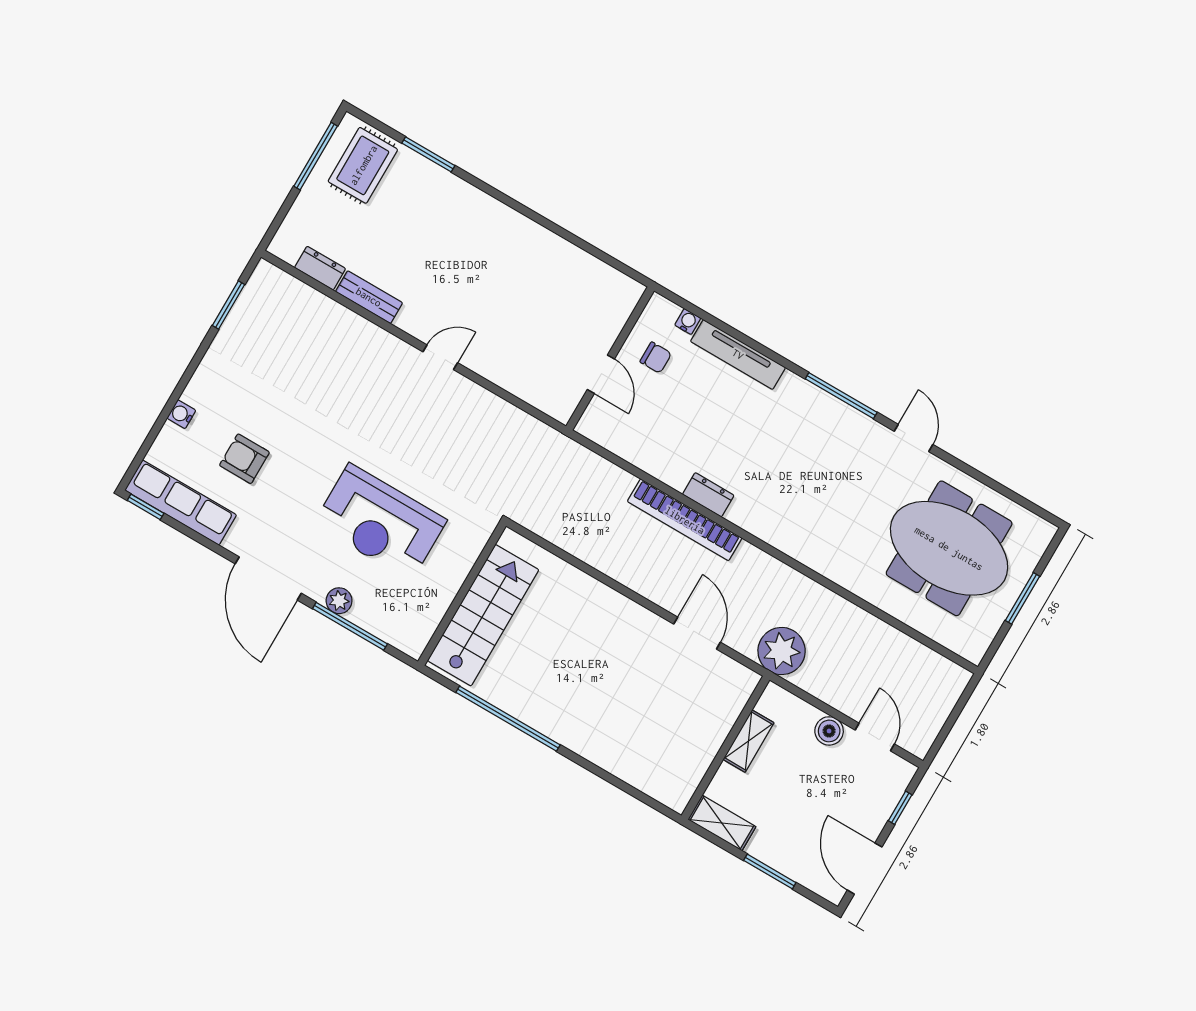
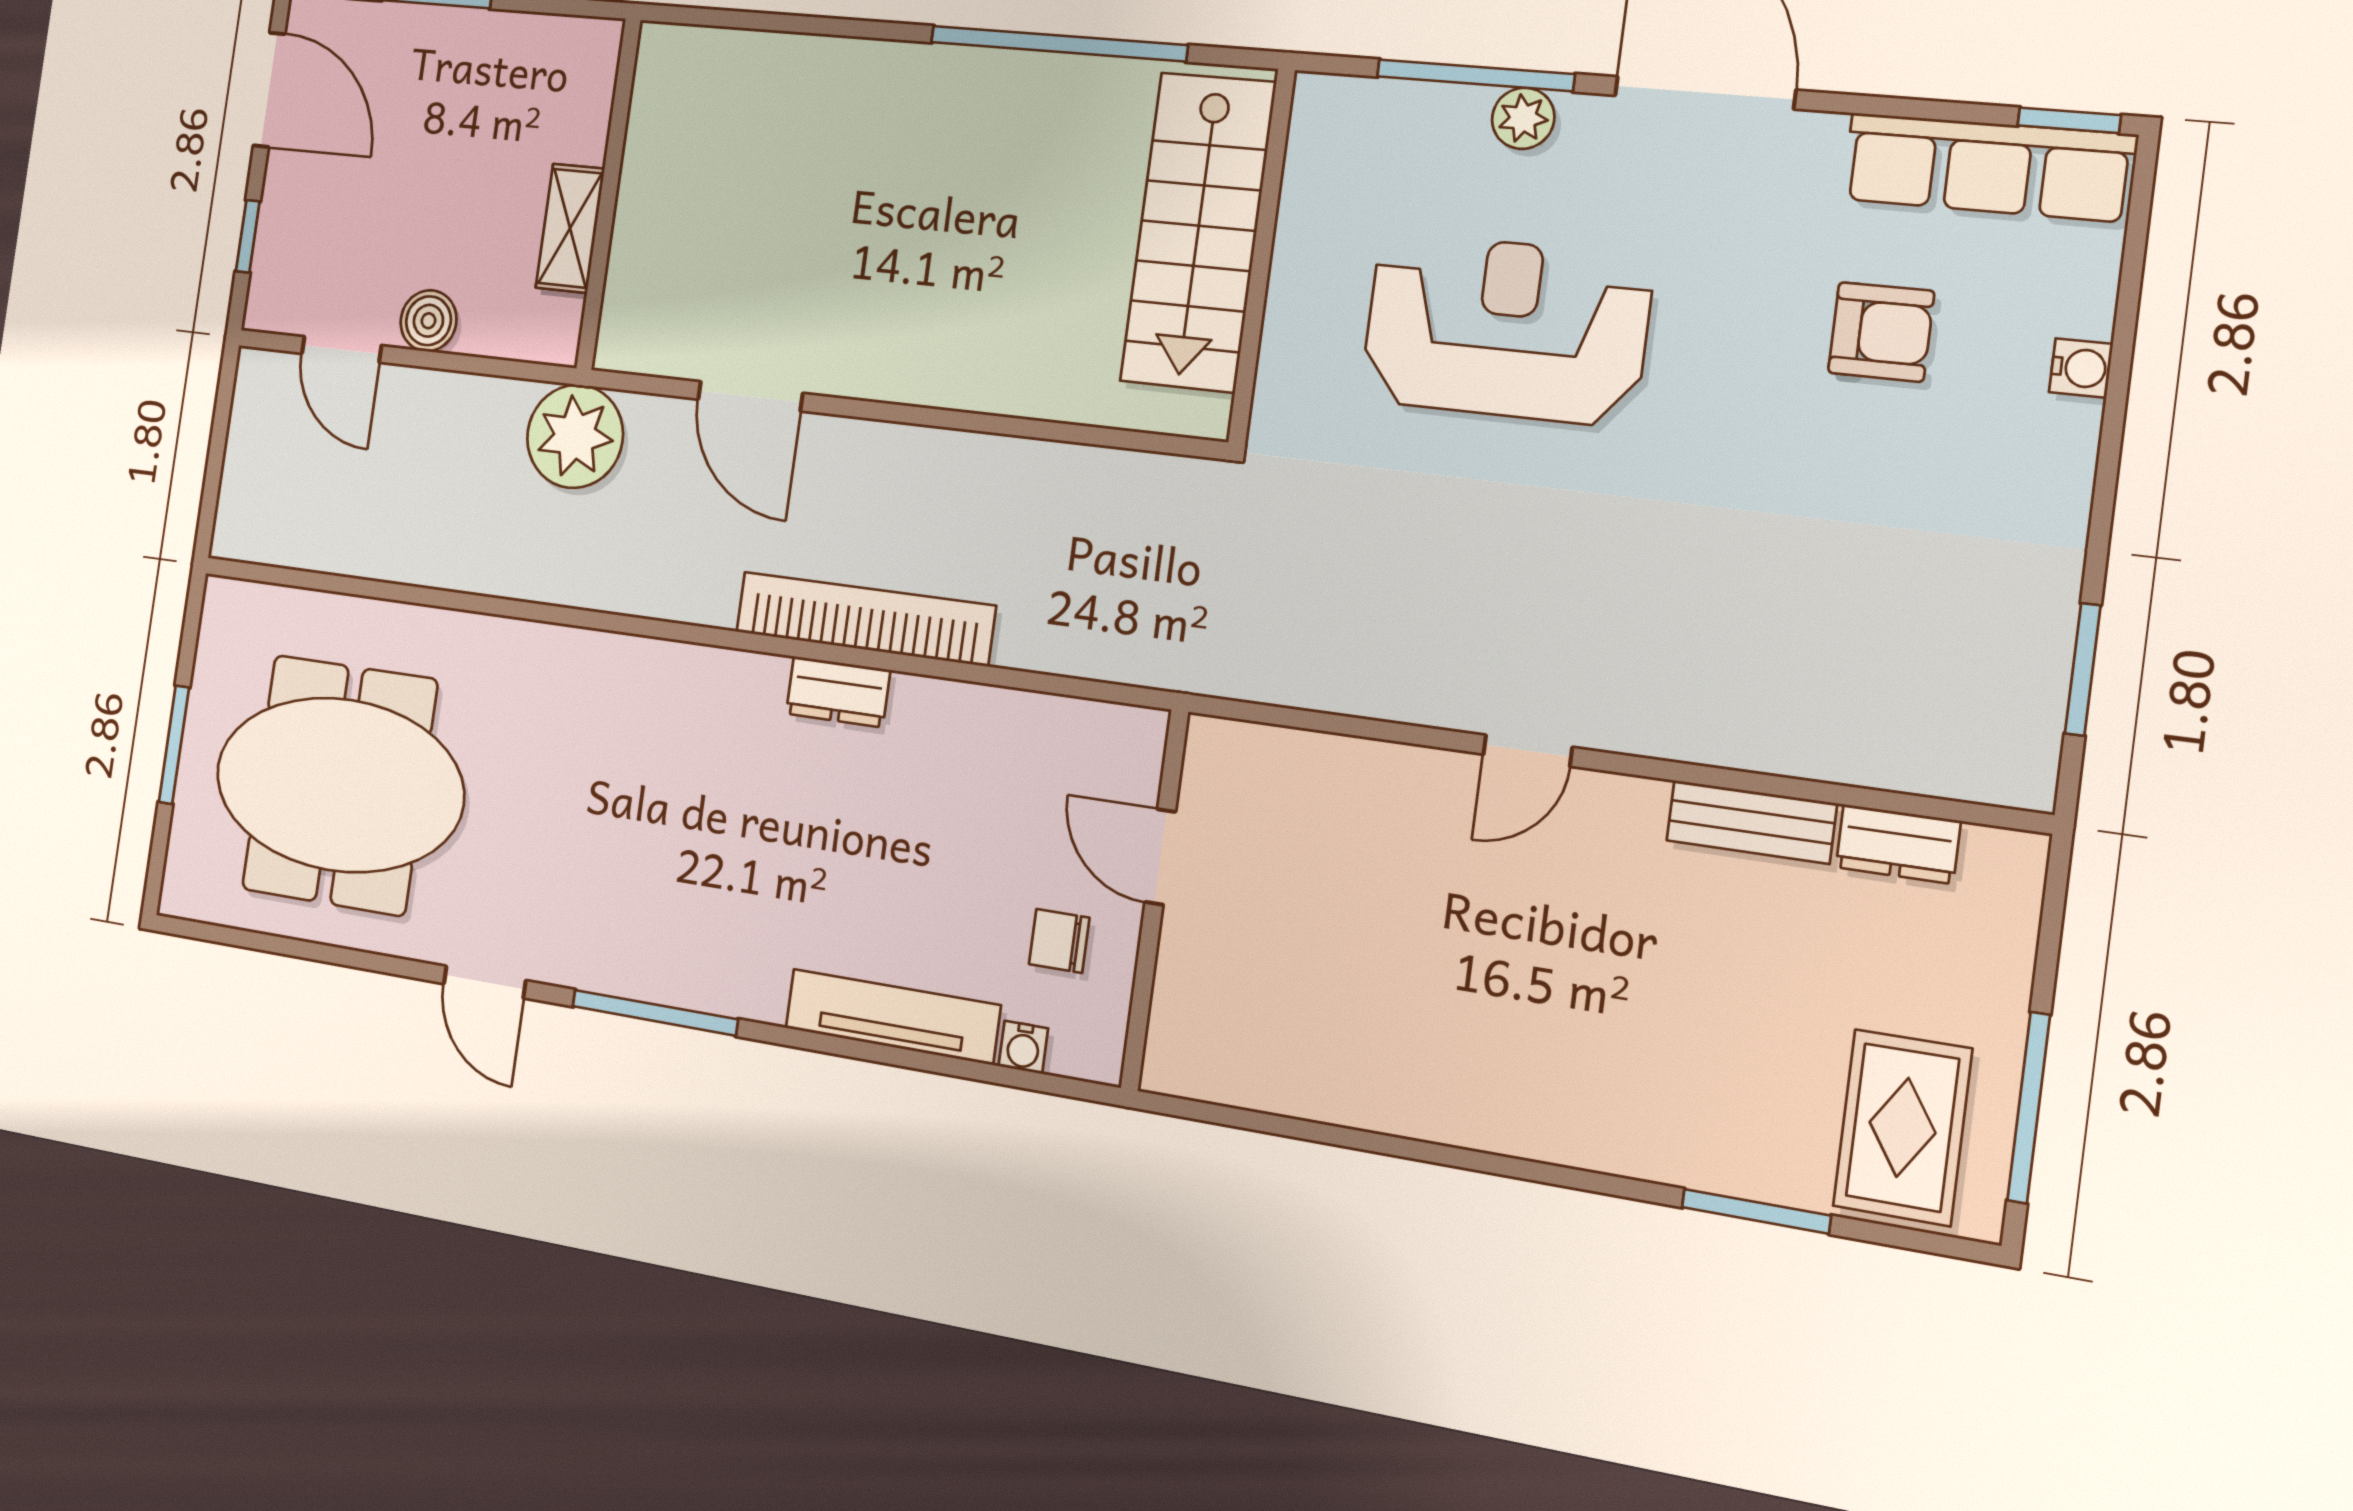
shelving: (722, 823) -> (559, 44), removed

